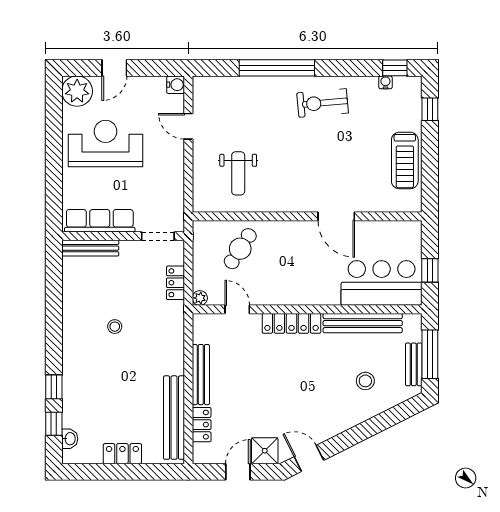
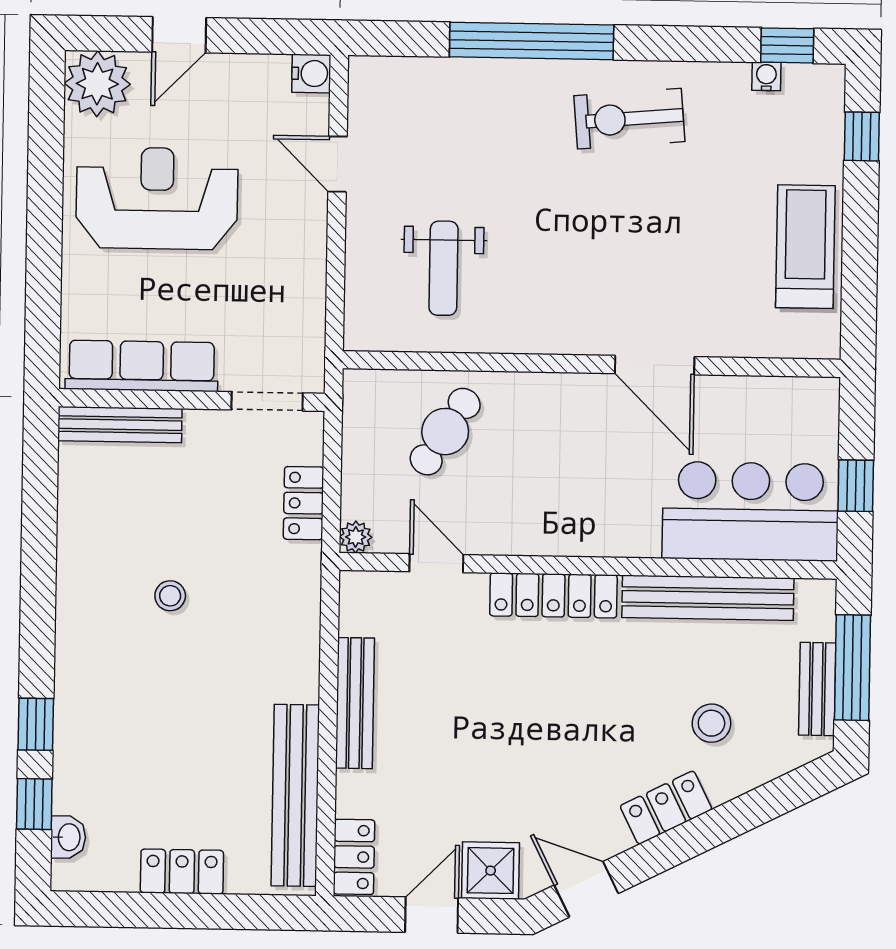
treadmill: (405, 161) -> (805, 247), turned 180
locker: (345, 420) -> (666, 808), added
locker: (202, 425) -> (354, 857), moved

